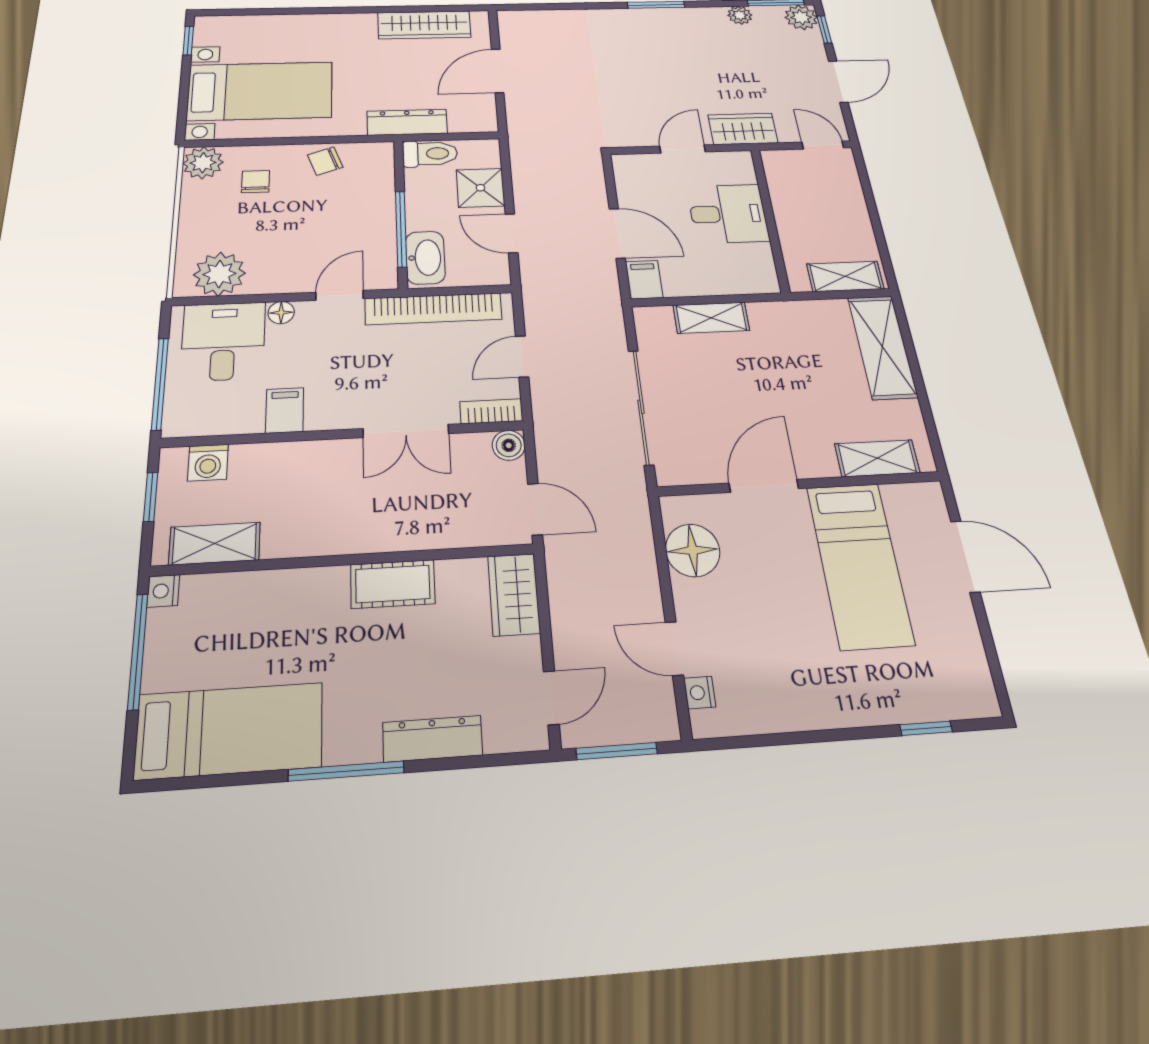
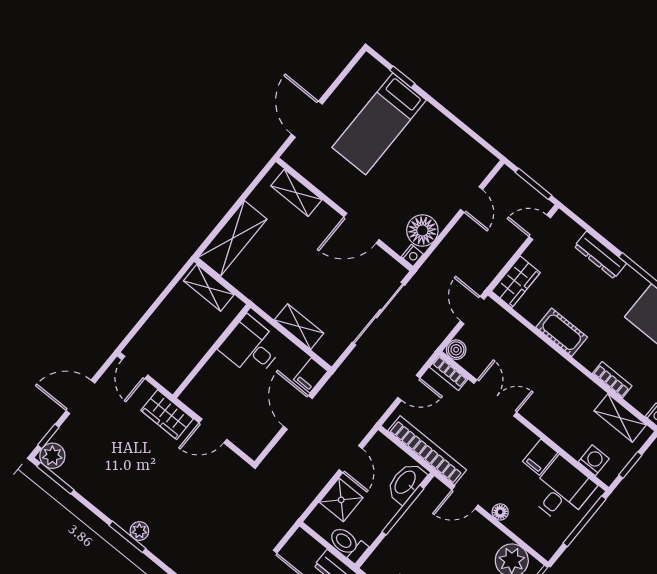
plant: (740, 15) -> (139, 531), moved
desk: (728, 214) -> (251, 347), moved
desk: (223, 341) -> (562, 490), moved, turned 180
bed: (860, 565) -> (379, 124), moved, turned 180
bookcase: (268, 583) -> (612, 380), added
nightstand: (700, 693) -> (412, 255), moved

